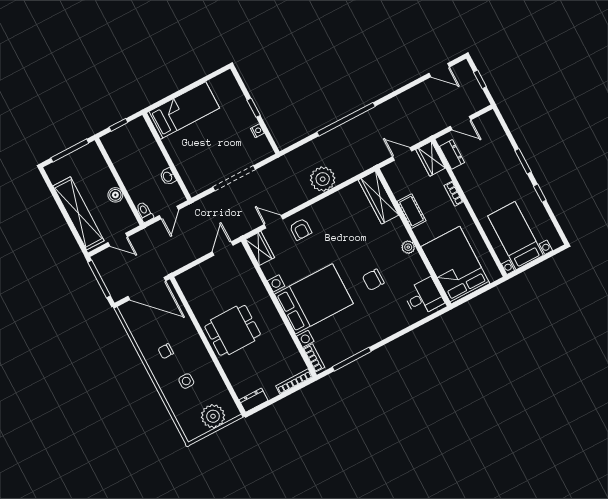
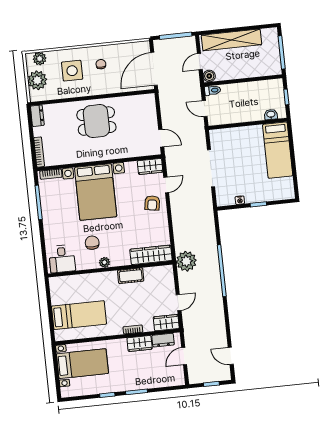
door: (439, 70) -> (231, 356), hinge flipped
washbasin: (168, 177) -> (271, 114), moved
plant: (323, 179) -> (186, 261), moved
wardrobe: (467, 180) -> (140, 343), added
boiler: (115, 195) -> (209, 76), moved
wardrobe: (378, 197) -> (151, 255), moved
cot: (412, 211) -> (131, 276), moved
armchair: (301, 229) -> (152, 203), turned -81
wall: (413, 237) -> (110, 269), moved
plant: (408, 247) -> (104, 262), moved
bed: (455, 265) -> (79, 315), width x0.67
desk: (424, 297) -> (62, 259), moved
dining table: (233, 330) -> (96, 121), turned 90
side table: (186, 381) -> (72, 71), width x1.87, depth x1.87
plant: (187, 424) -> (40, 59), added

